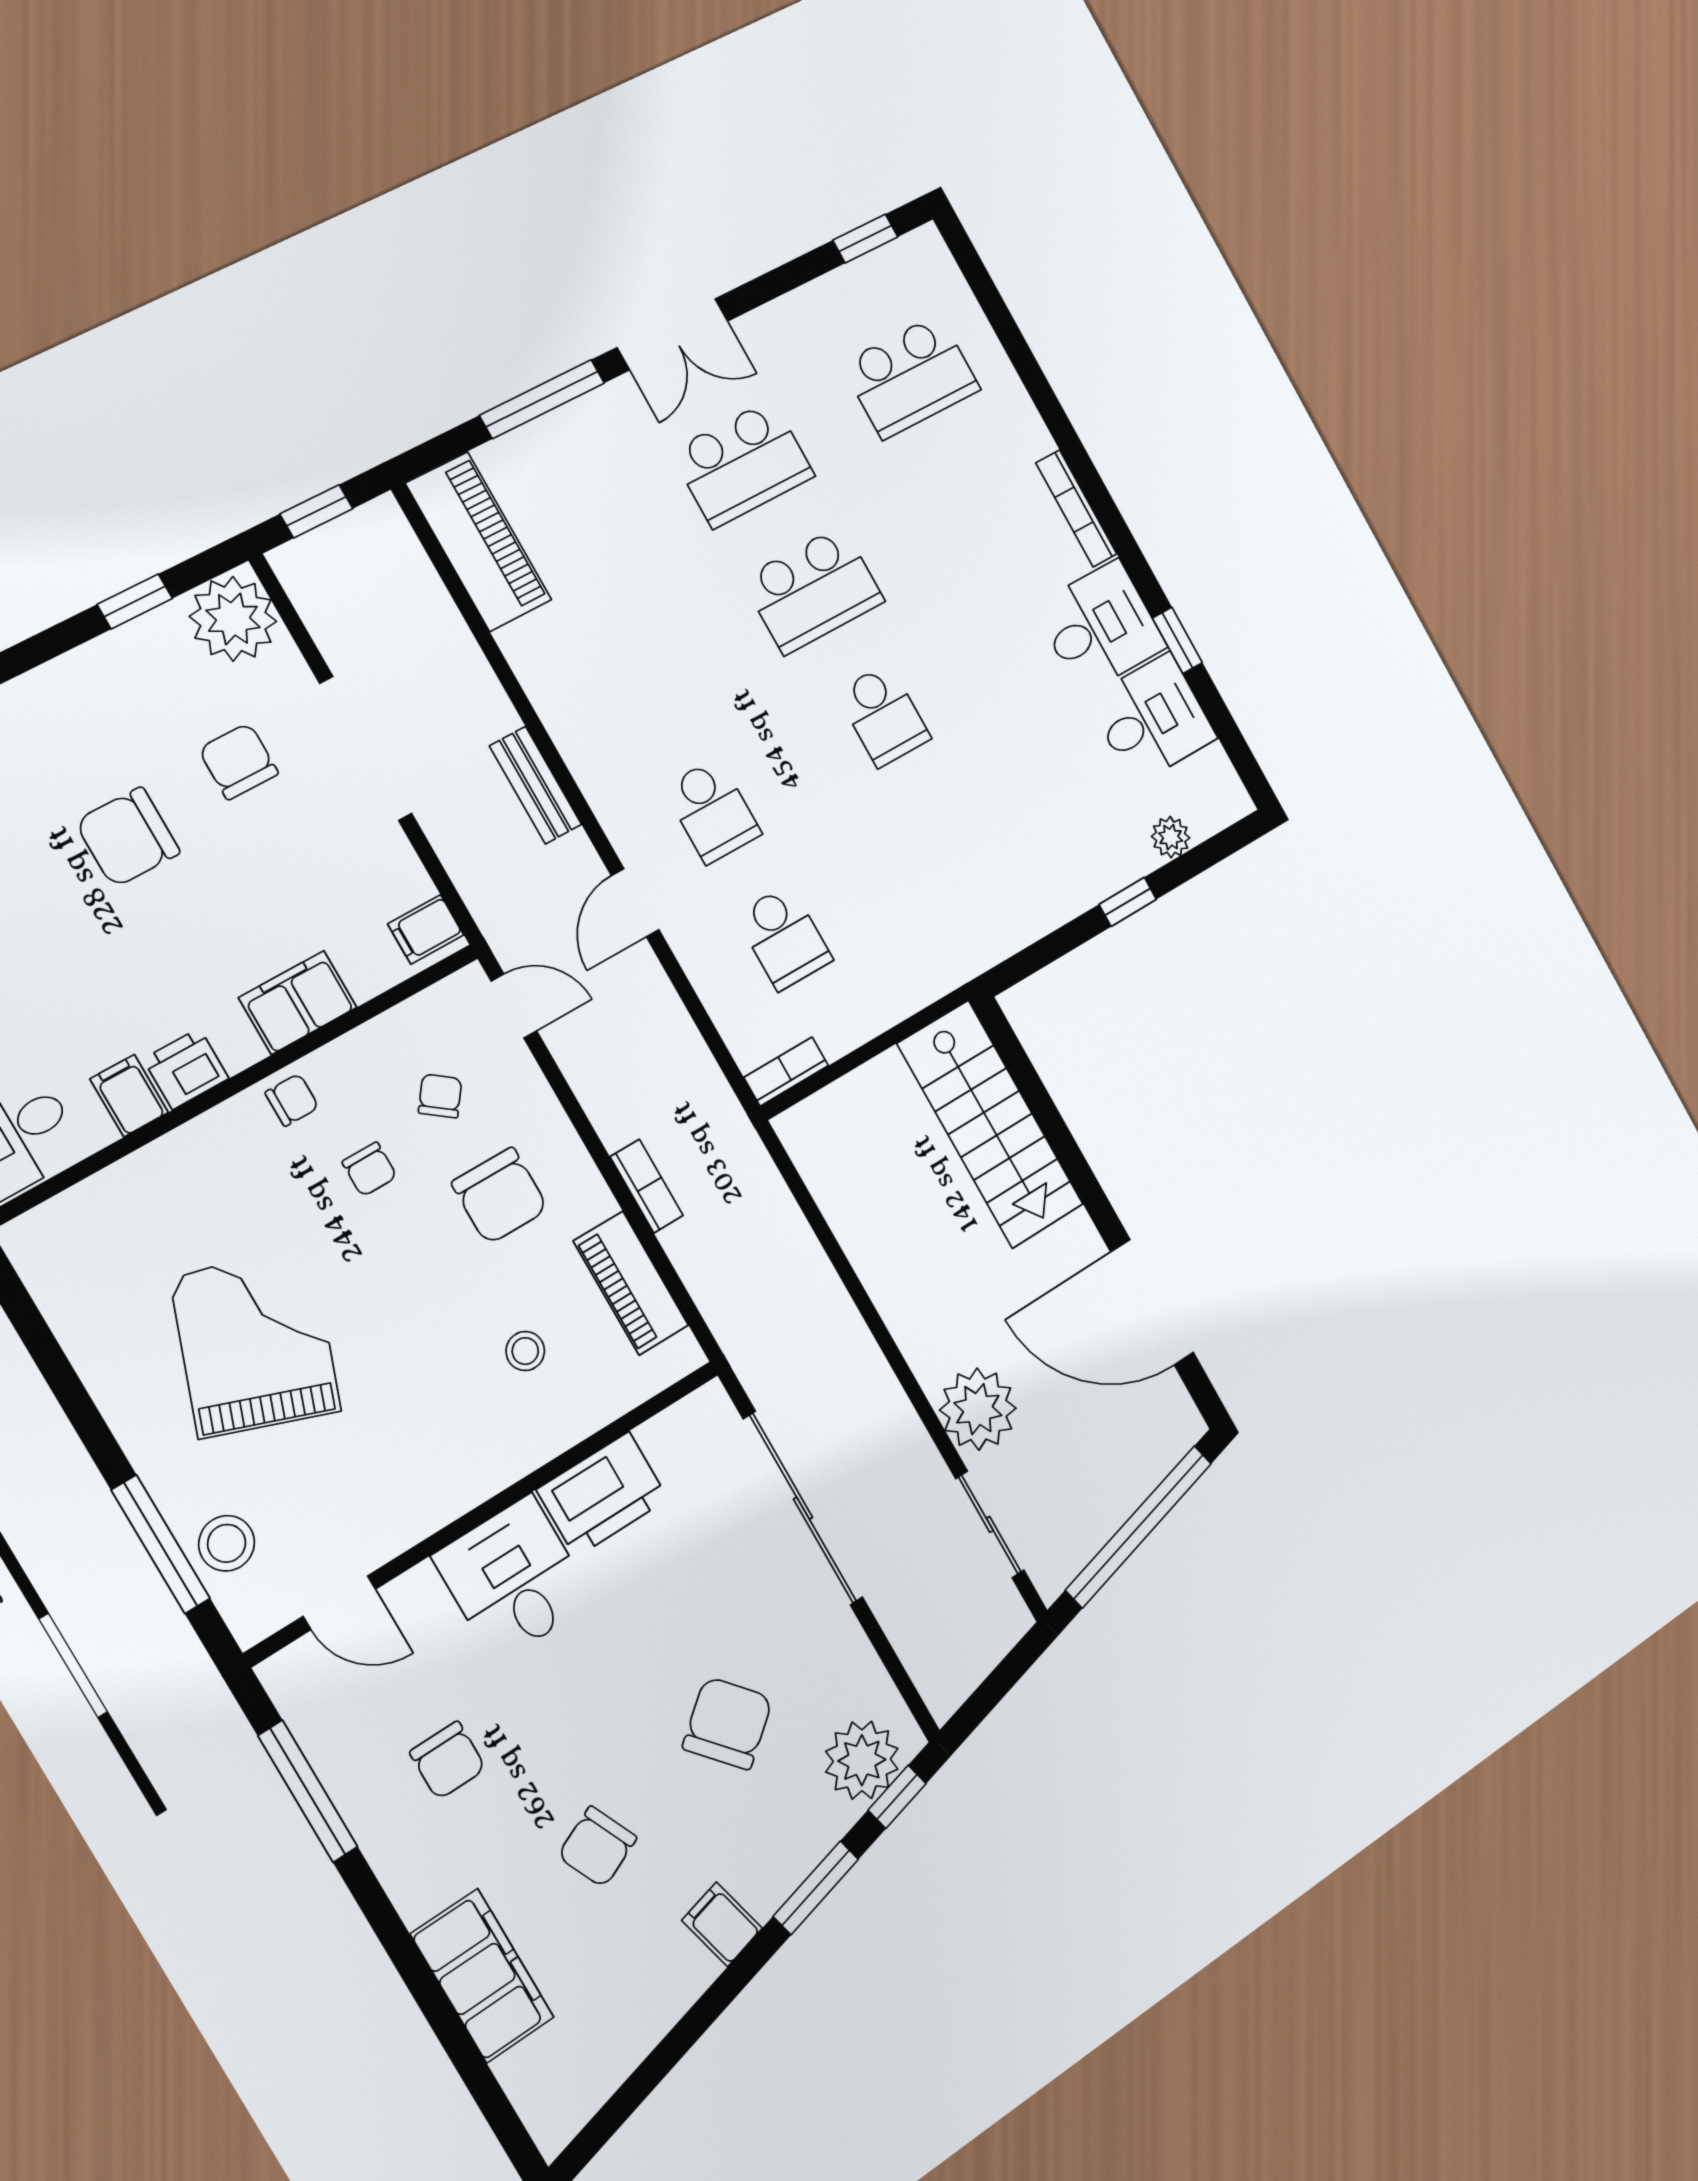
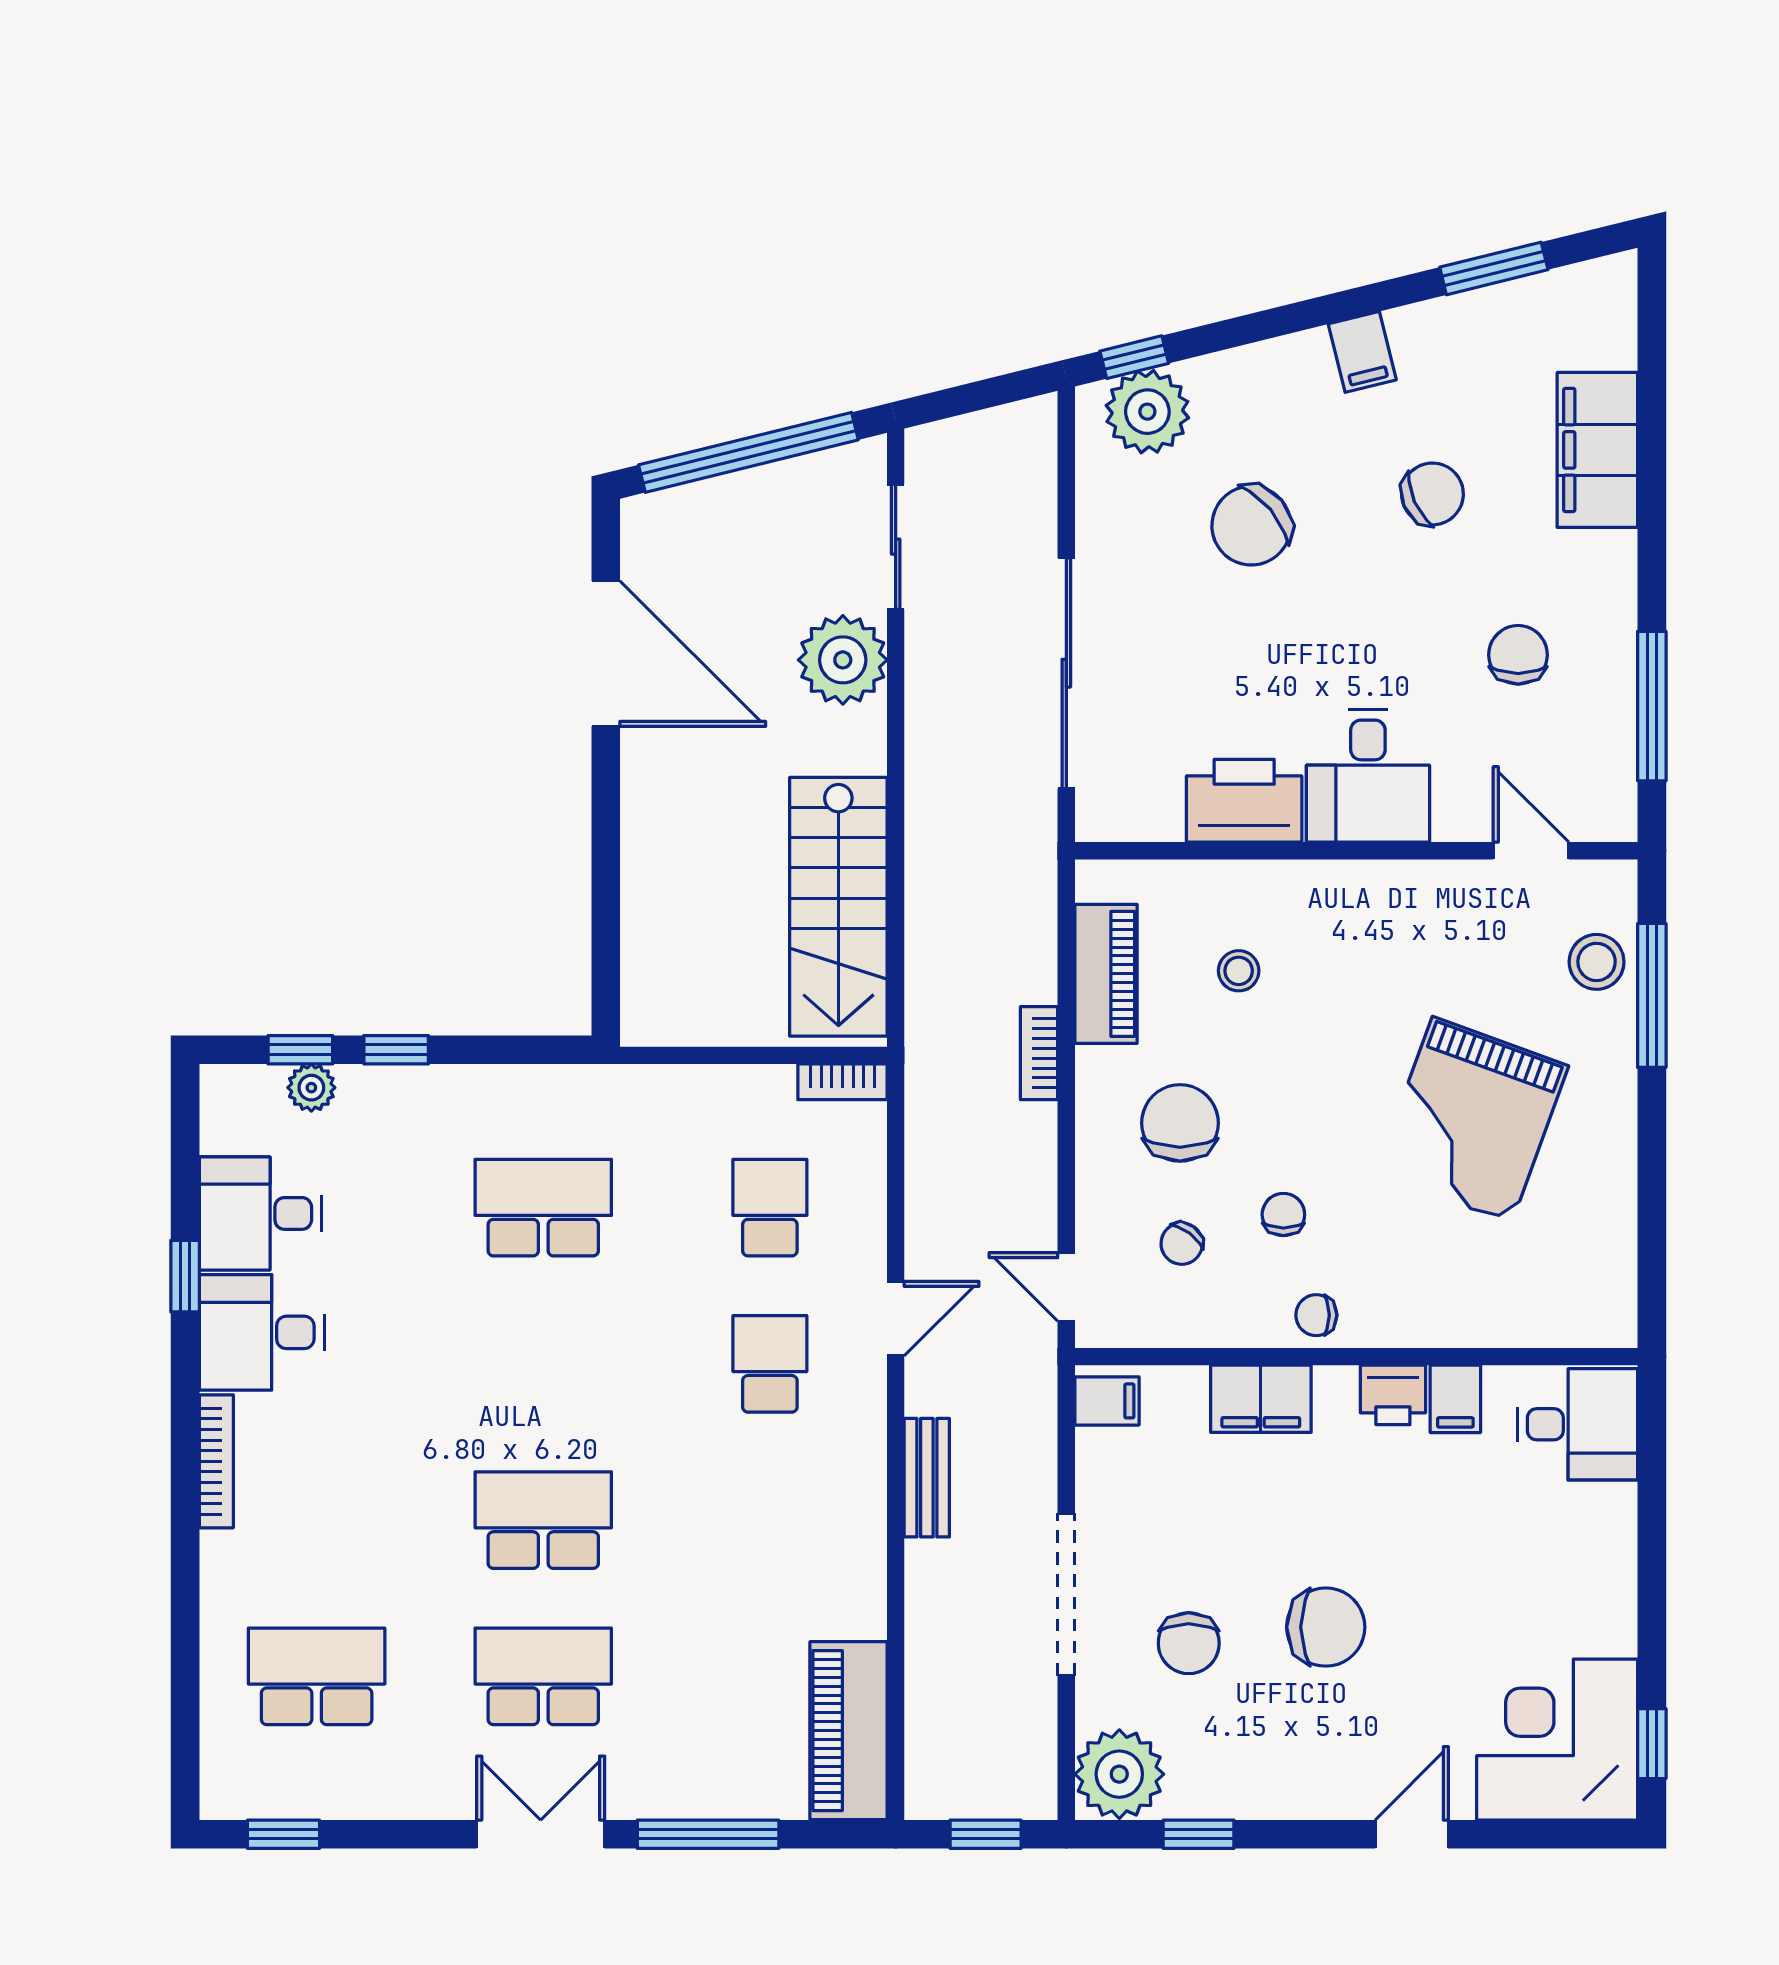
school desk: (883, 715) -> (543, 1208), moved, width x1.85
window: (1194, 862) -> (300, 1050), added
stairs: (990, 1124) -> (838, 907), moved, turned 180
window: (816, 1888) -> (1494, 268), moved

